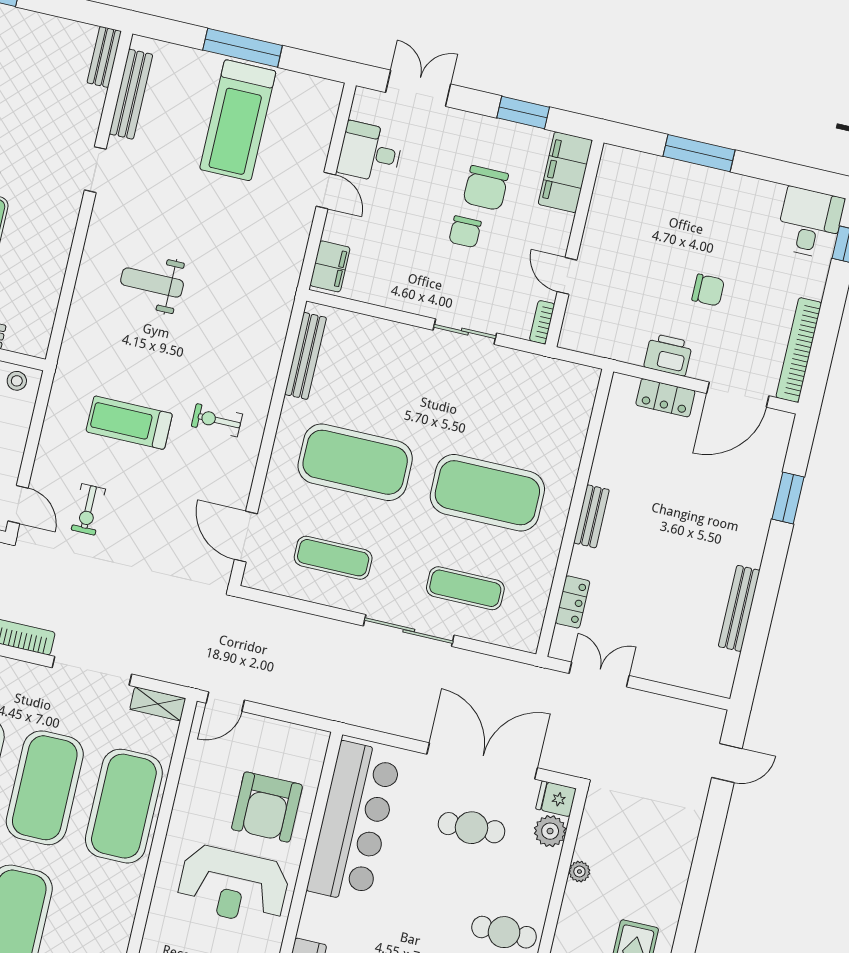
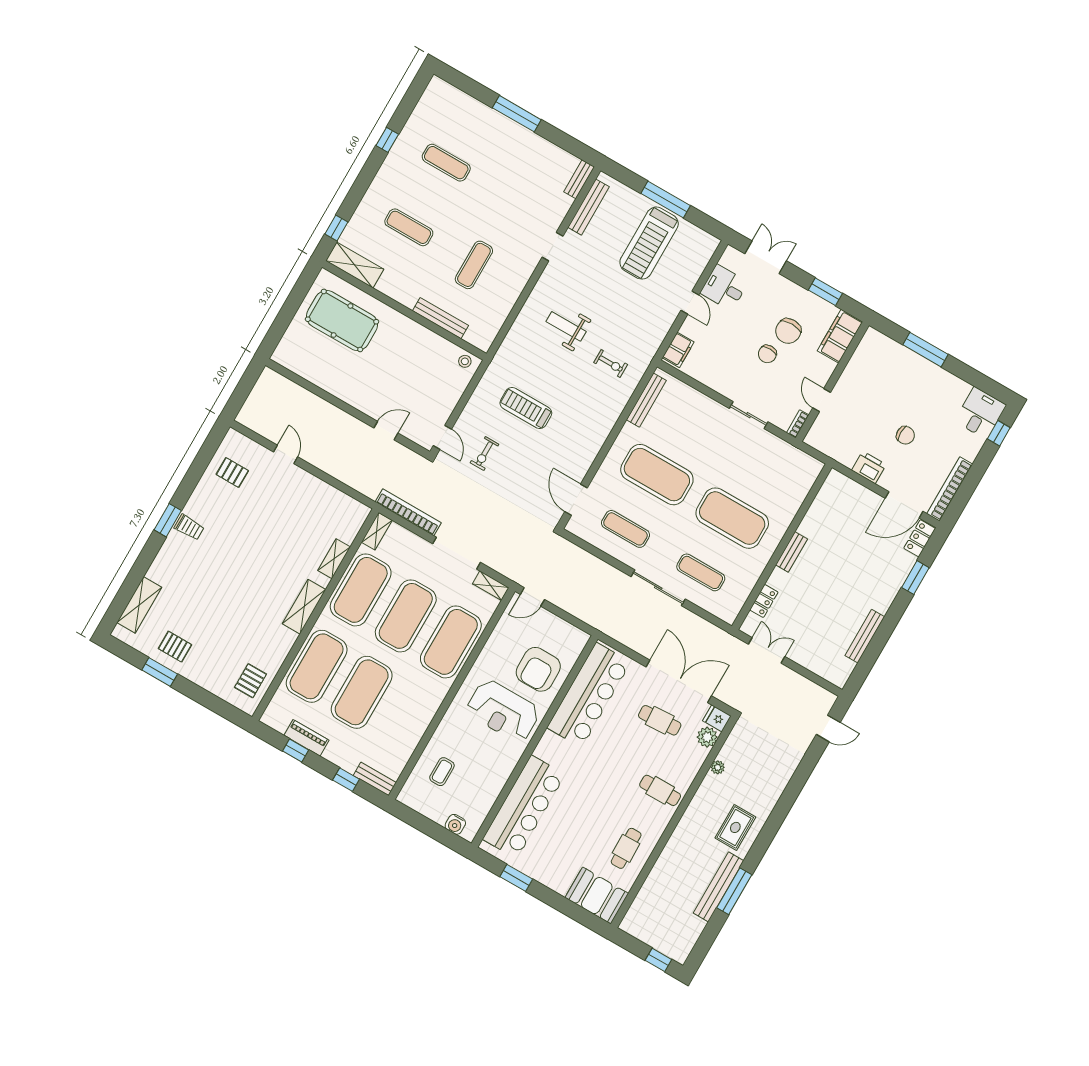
locker: (665, 398) -> (920, 538), moved, turned 90
exercise bike: (217, 420) -> (611, 364), moved, turned 180

